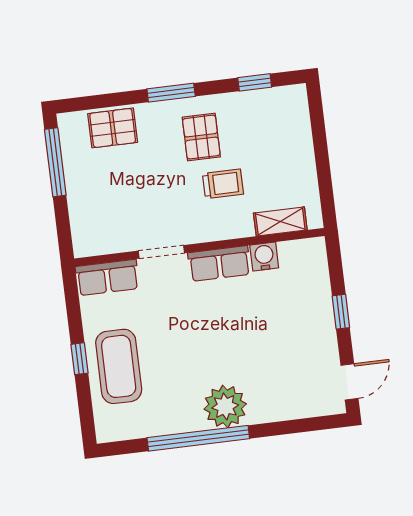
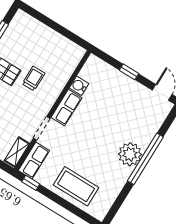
shelving: (280, 222) -> (17, 152), moved
window: (79, 359) -> (31, 183), moved
window: (198, 438) -> (145, 159), moved

